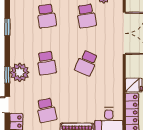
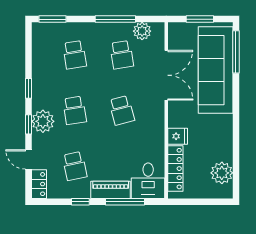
window: (7, 27) -> (28, 88), moved
school desk: (86, 63) -> (122, 110), turned -39

